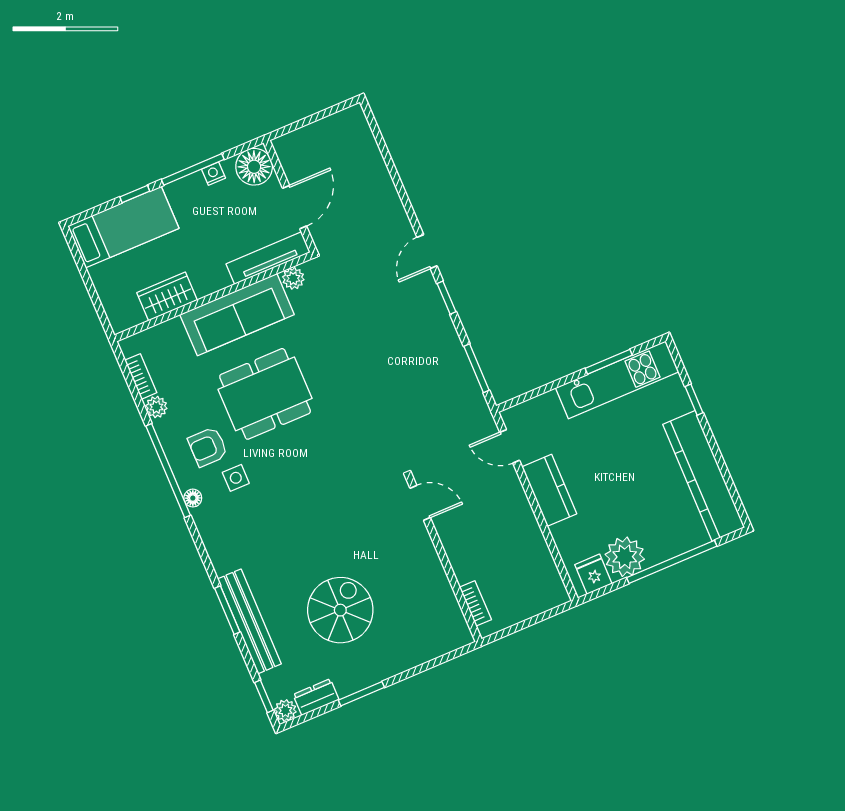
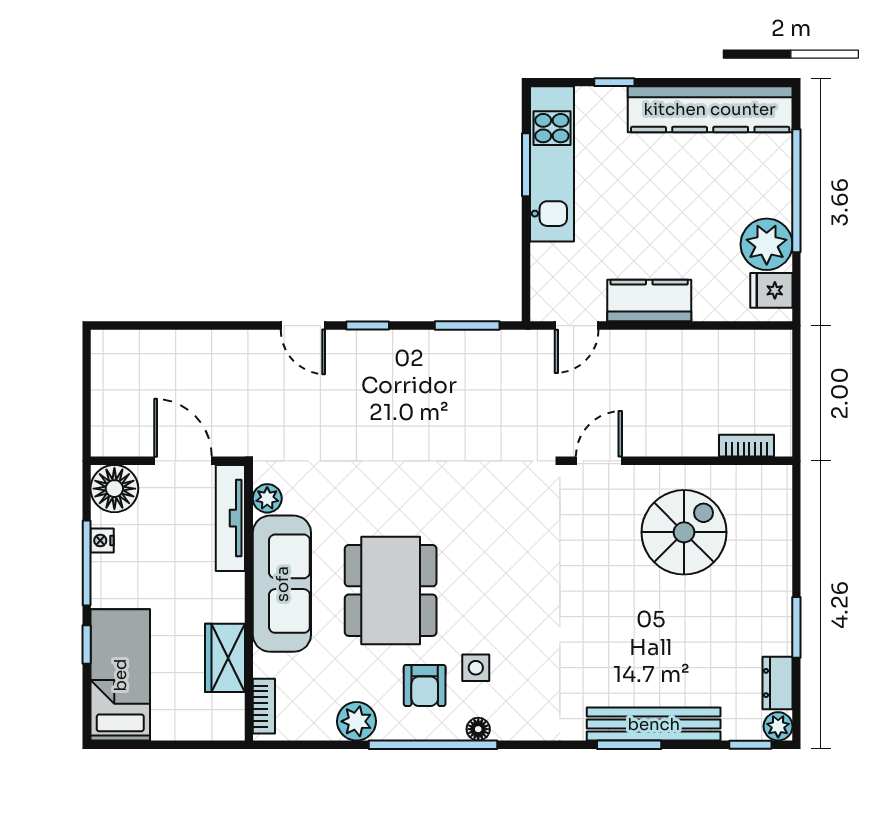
bookcase: (141, 376) -> (264, 706), moved, turned 90
plant: (156, 407) -> (357, 721), width x1.38, depth x1.38
spiral stairs: (340, 610) -> (684, 532), moved, turned 90

